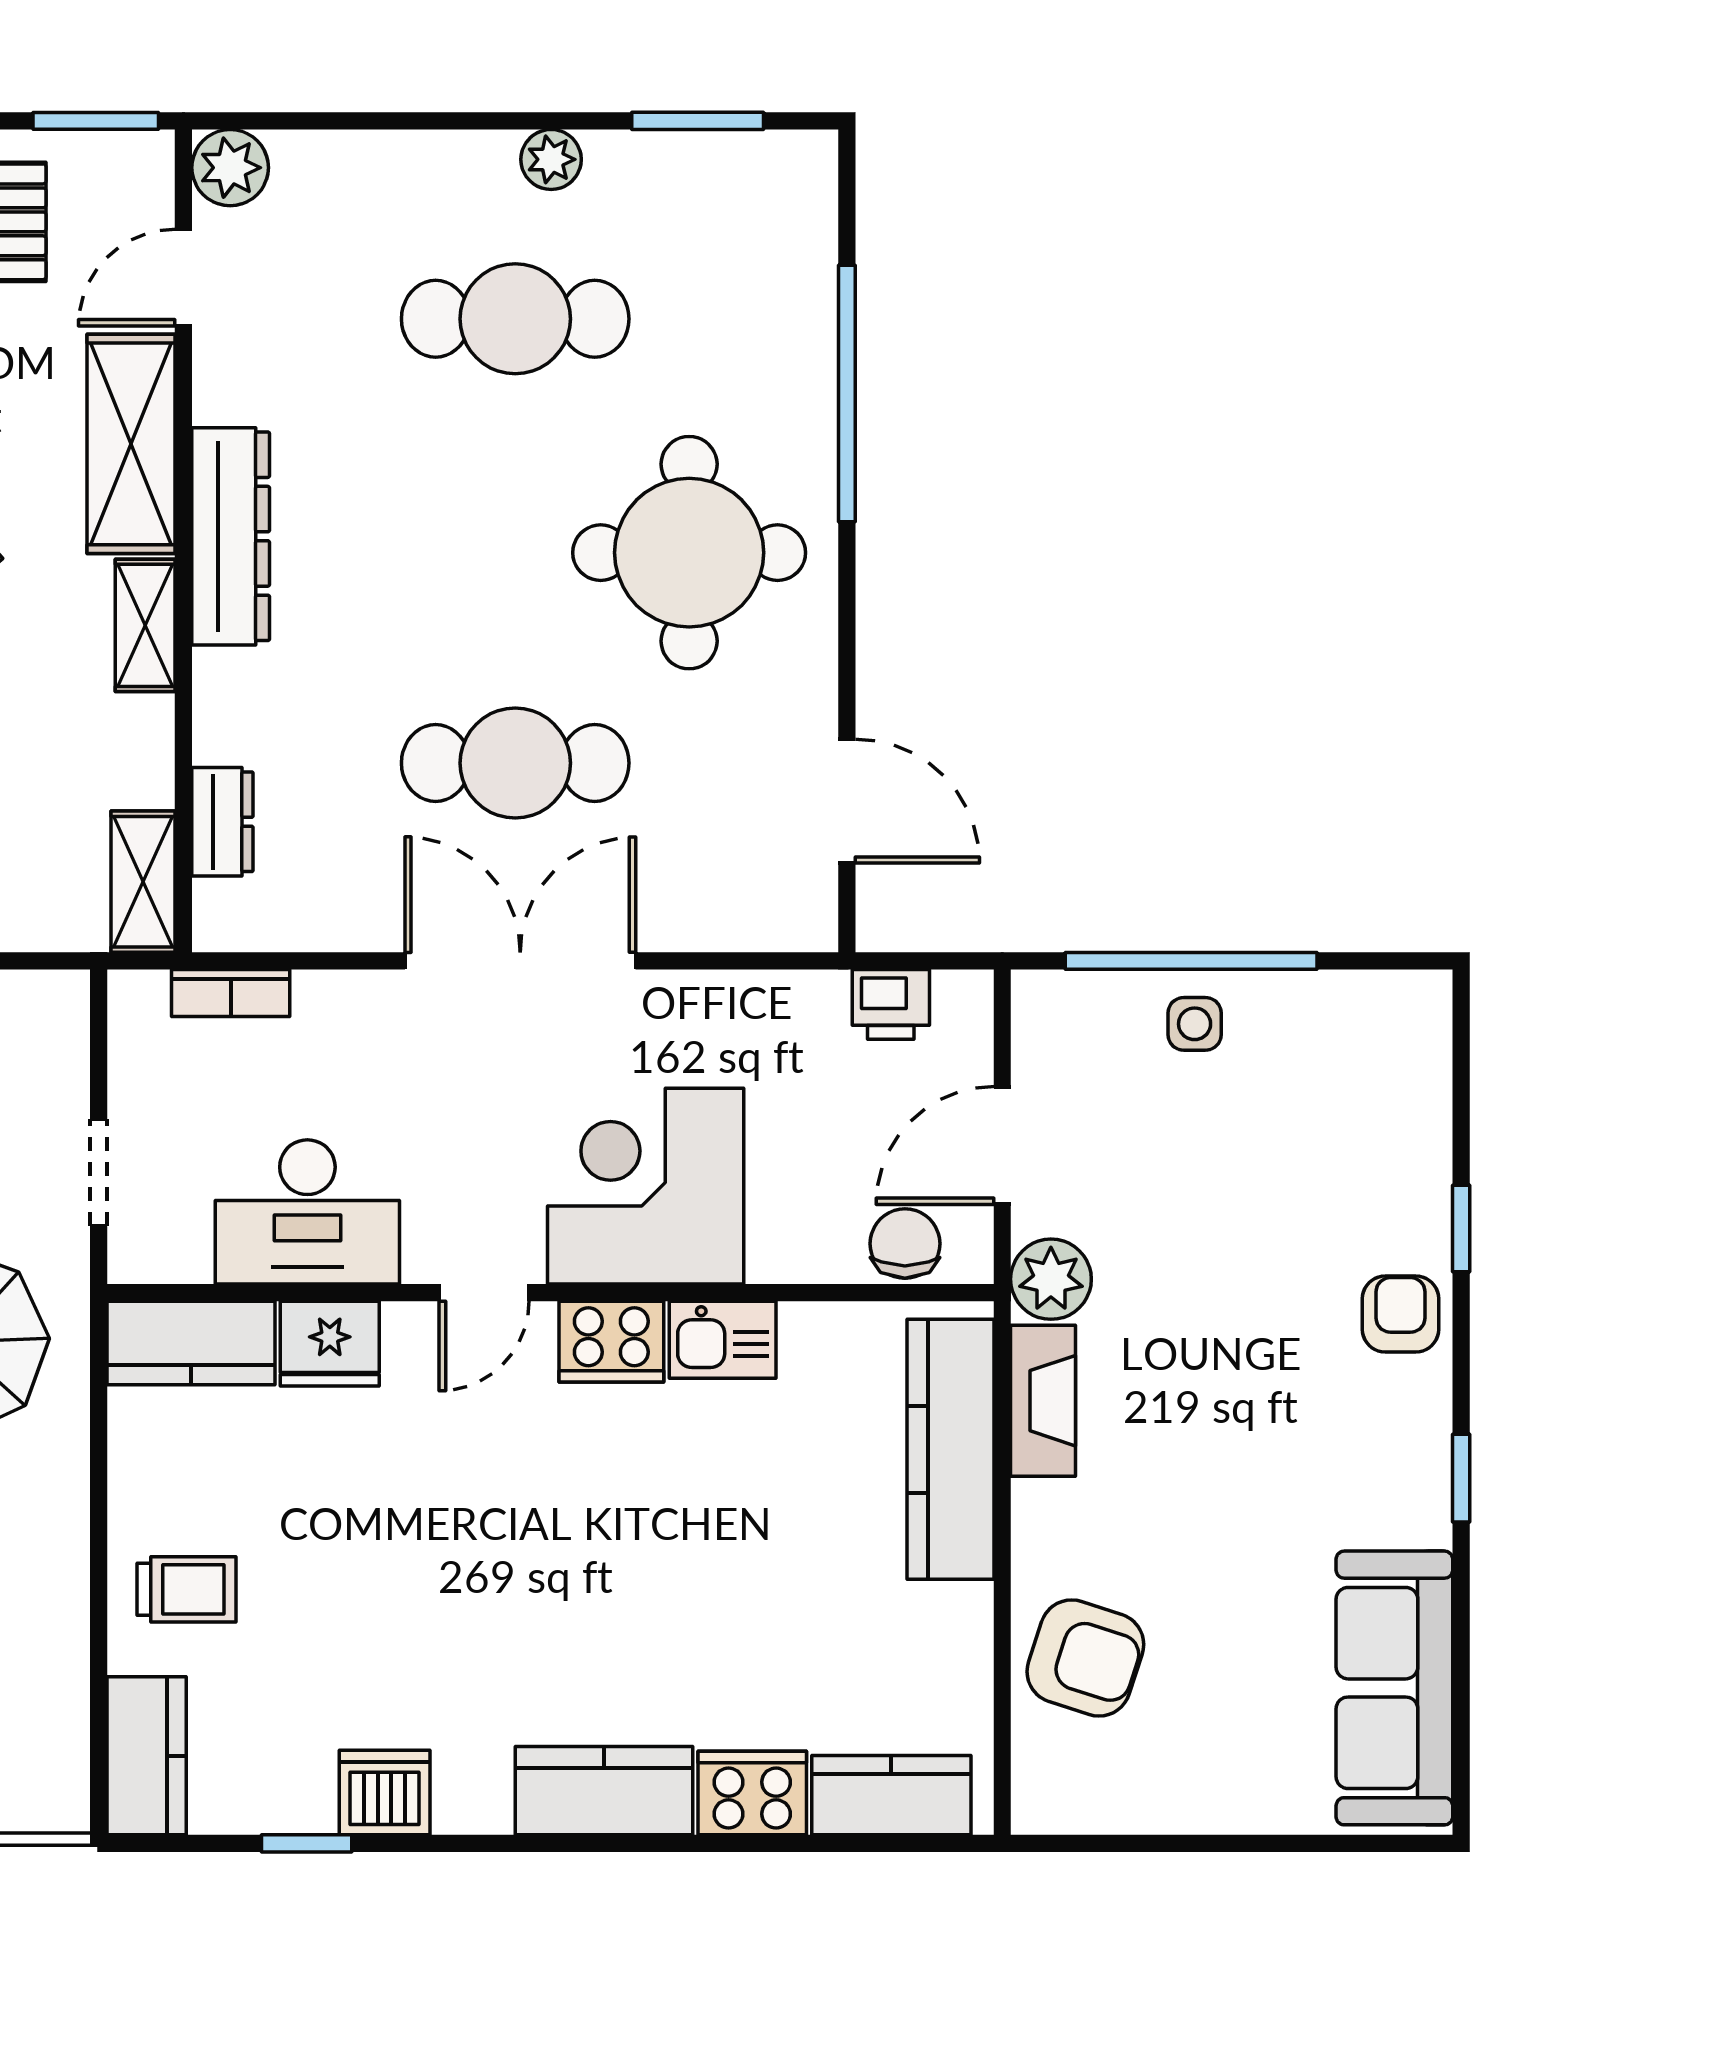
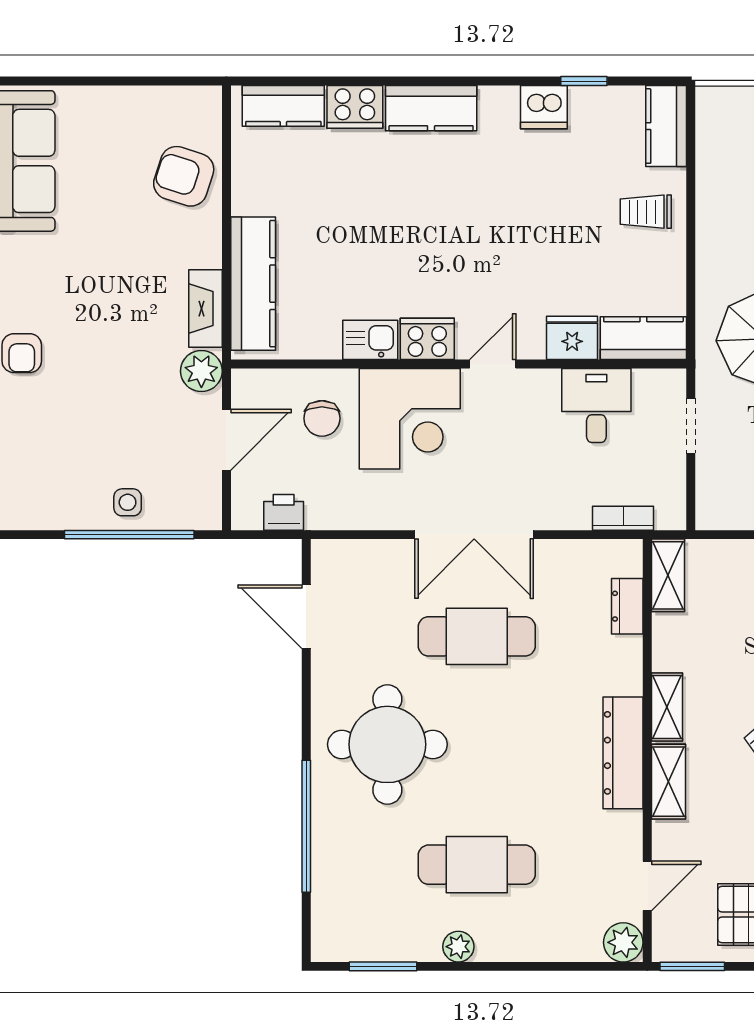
shelving: (131, 444) -> (669, 782), width x0.67, depth x0.75
desk: (307, 1212) -> (596, 406), width x0.73
chair: (905, 1244) -> (322, 418), moved

